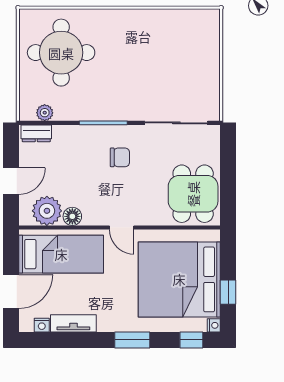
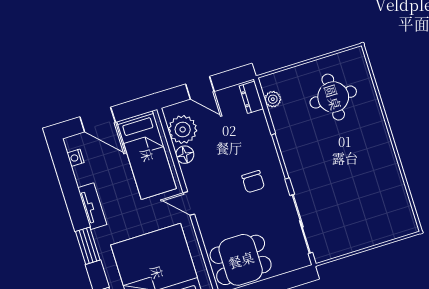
round table: (61, 53) -> (333, 97), width x0.73, depth x0.73
door: (122, 227) -> (189, 203), hinge flipped
tv unit: (73, 323) -> (92, 206), moved

